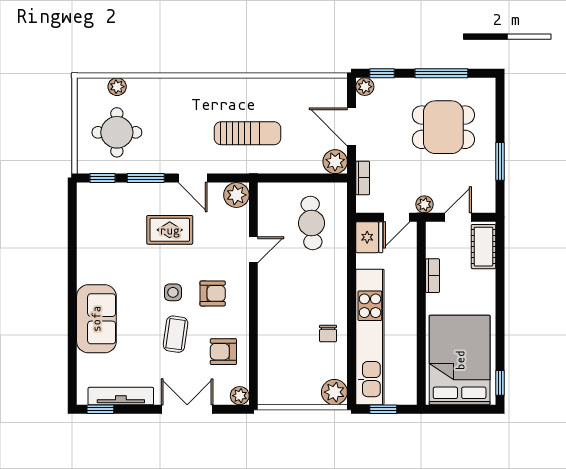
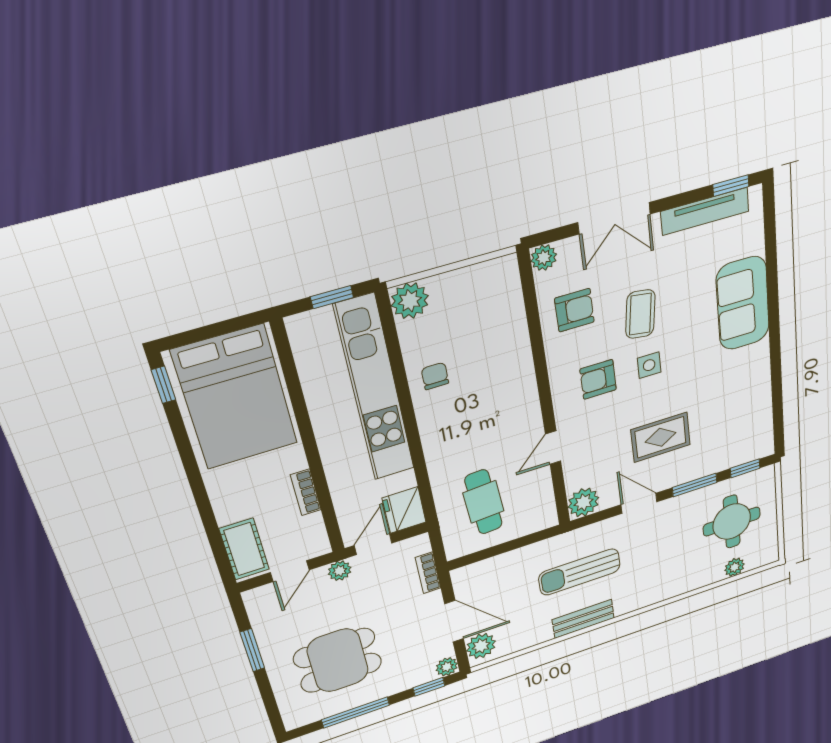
bench: (250, 87) -> (583, 619), added
plant: (335, 162) -> (481, 646), moved

